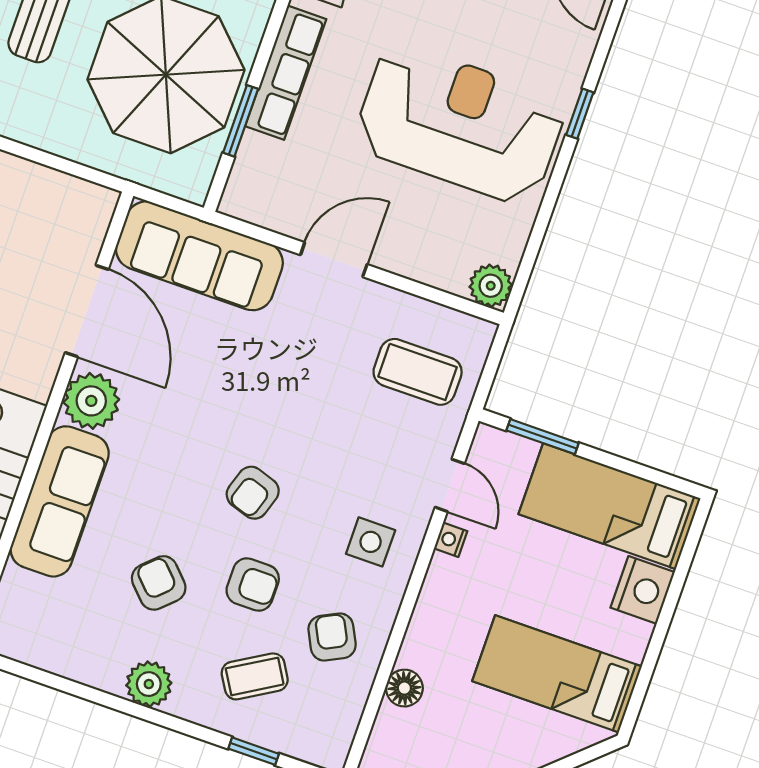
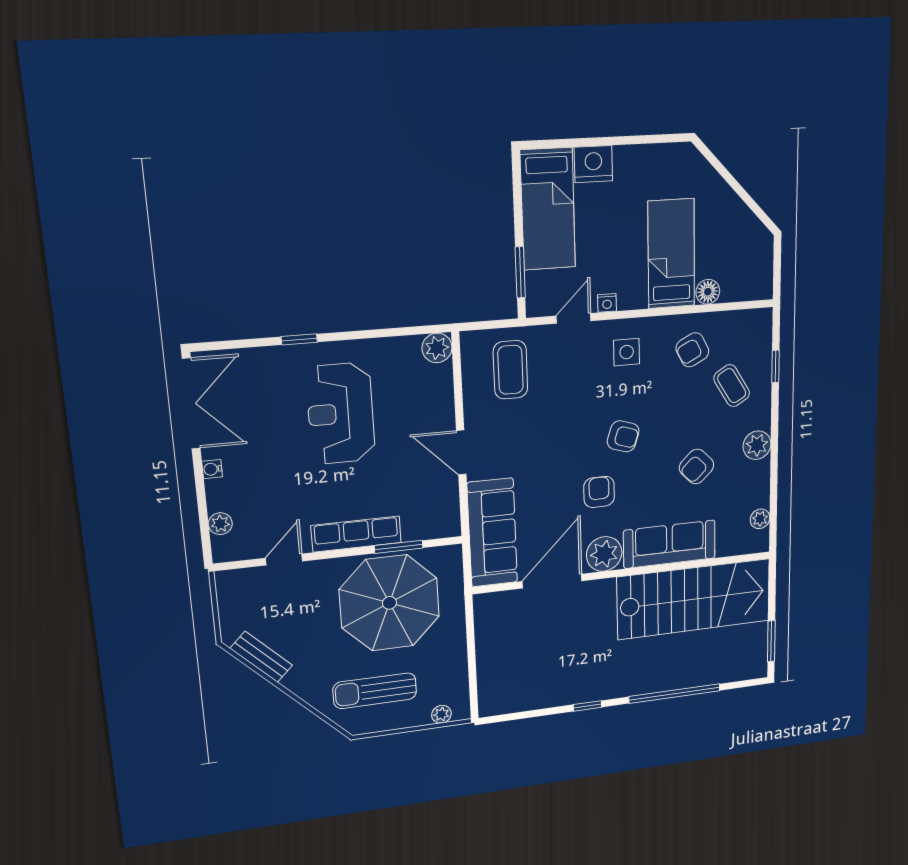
reception desk: (460, 124) -> (341, 413), width x0.74, depth x0.77
armchair: (253, 585) -> (599, 492), moved
plant: (33, 651) -> (760, 519), added
bed: (557, 674) -> (671, 254), moved, turned 180

